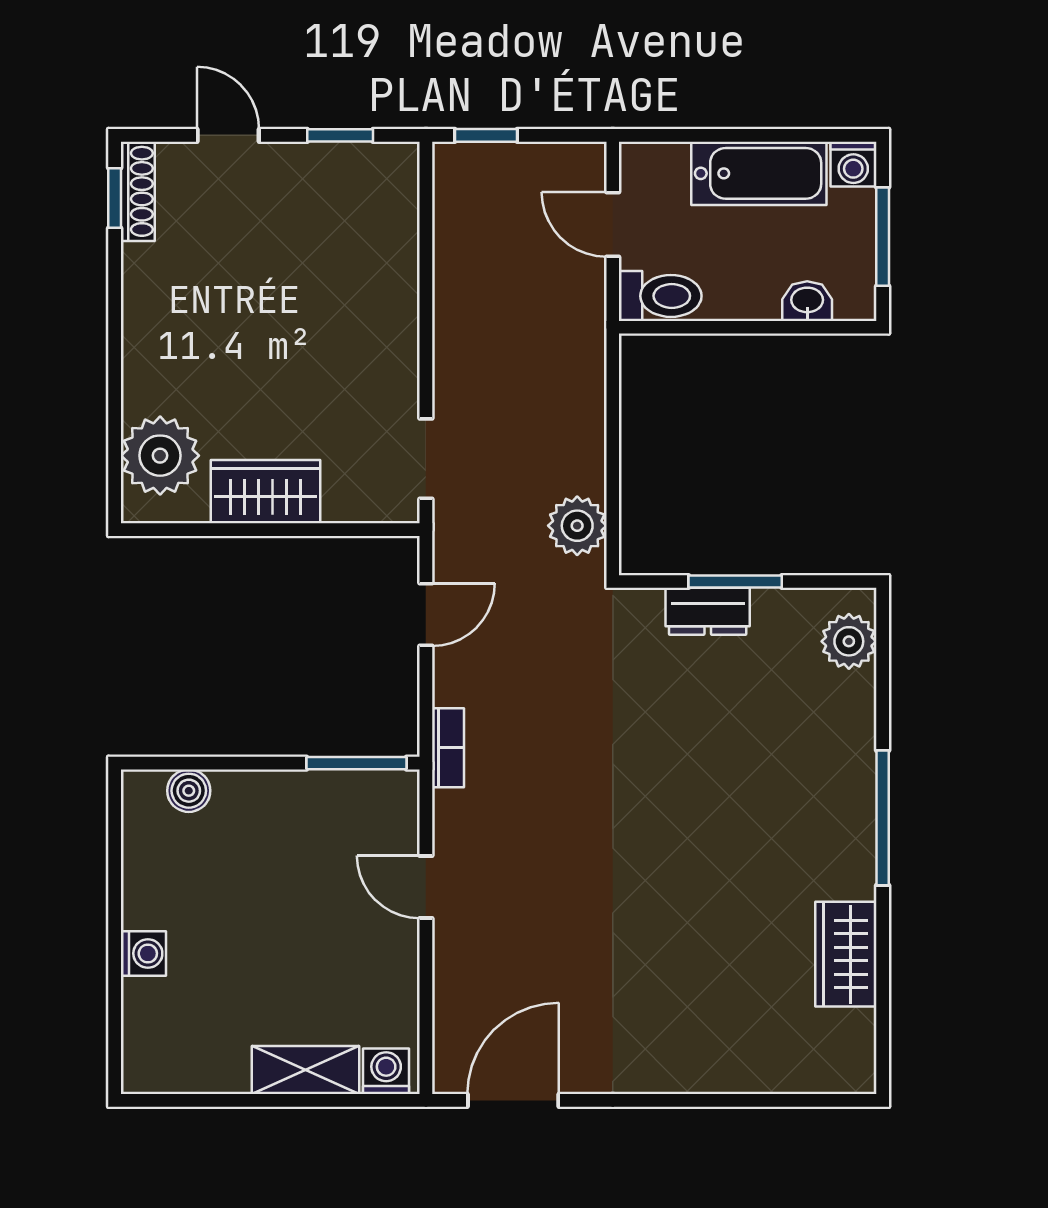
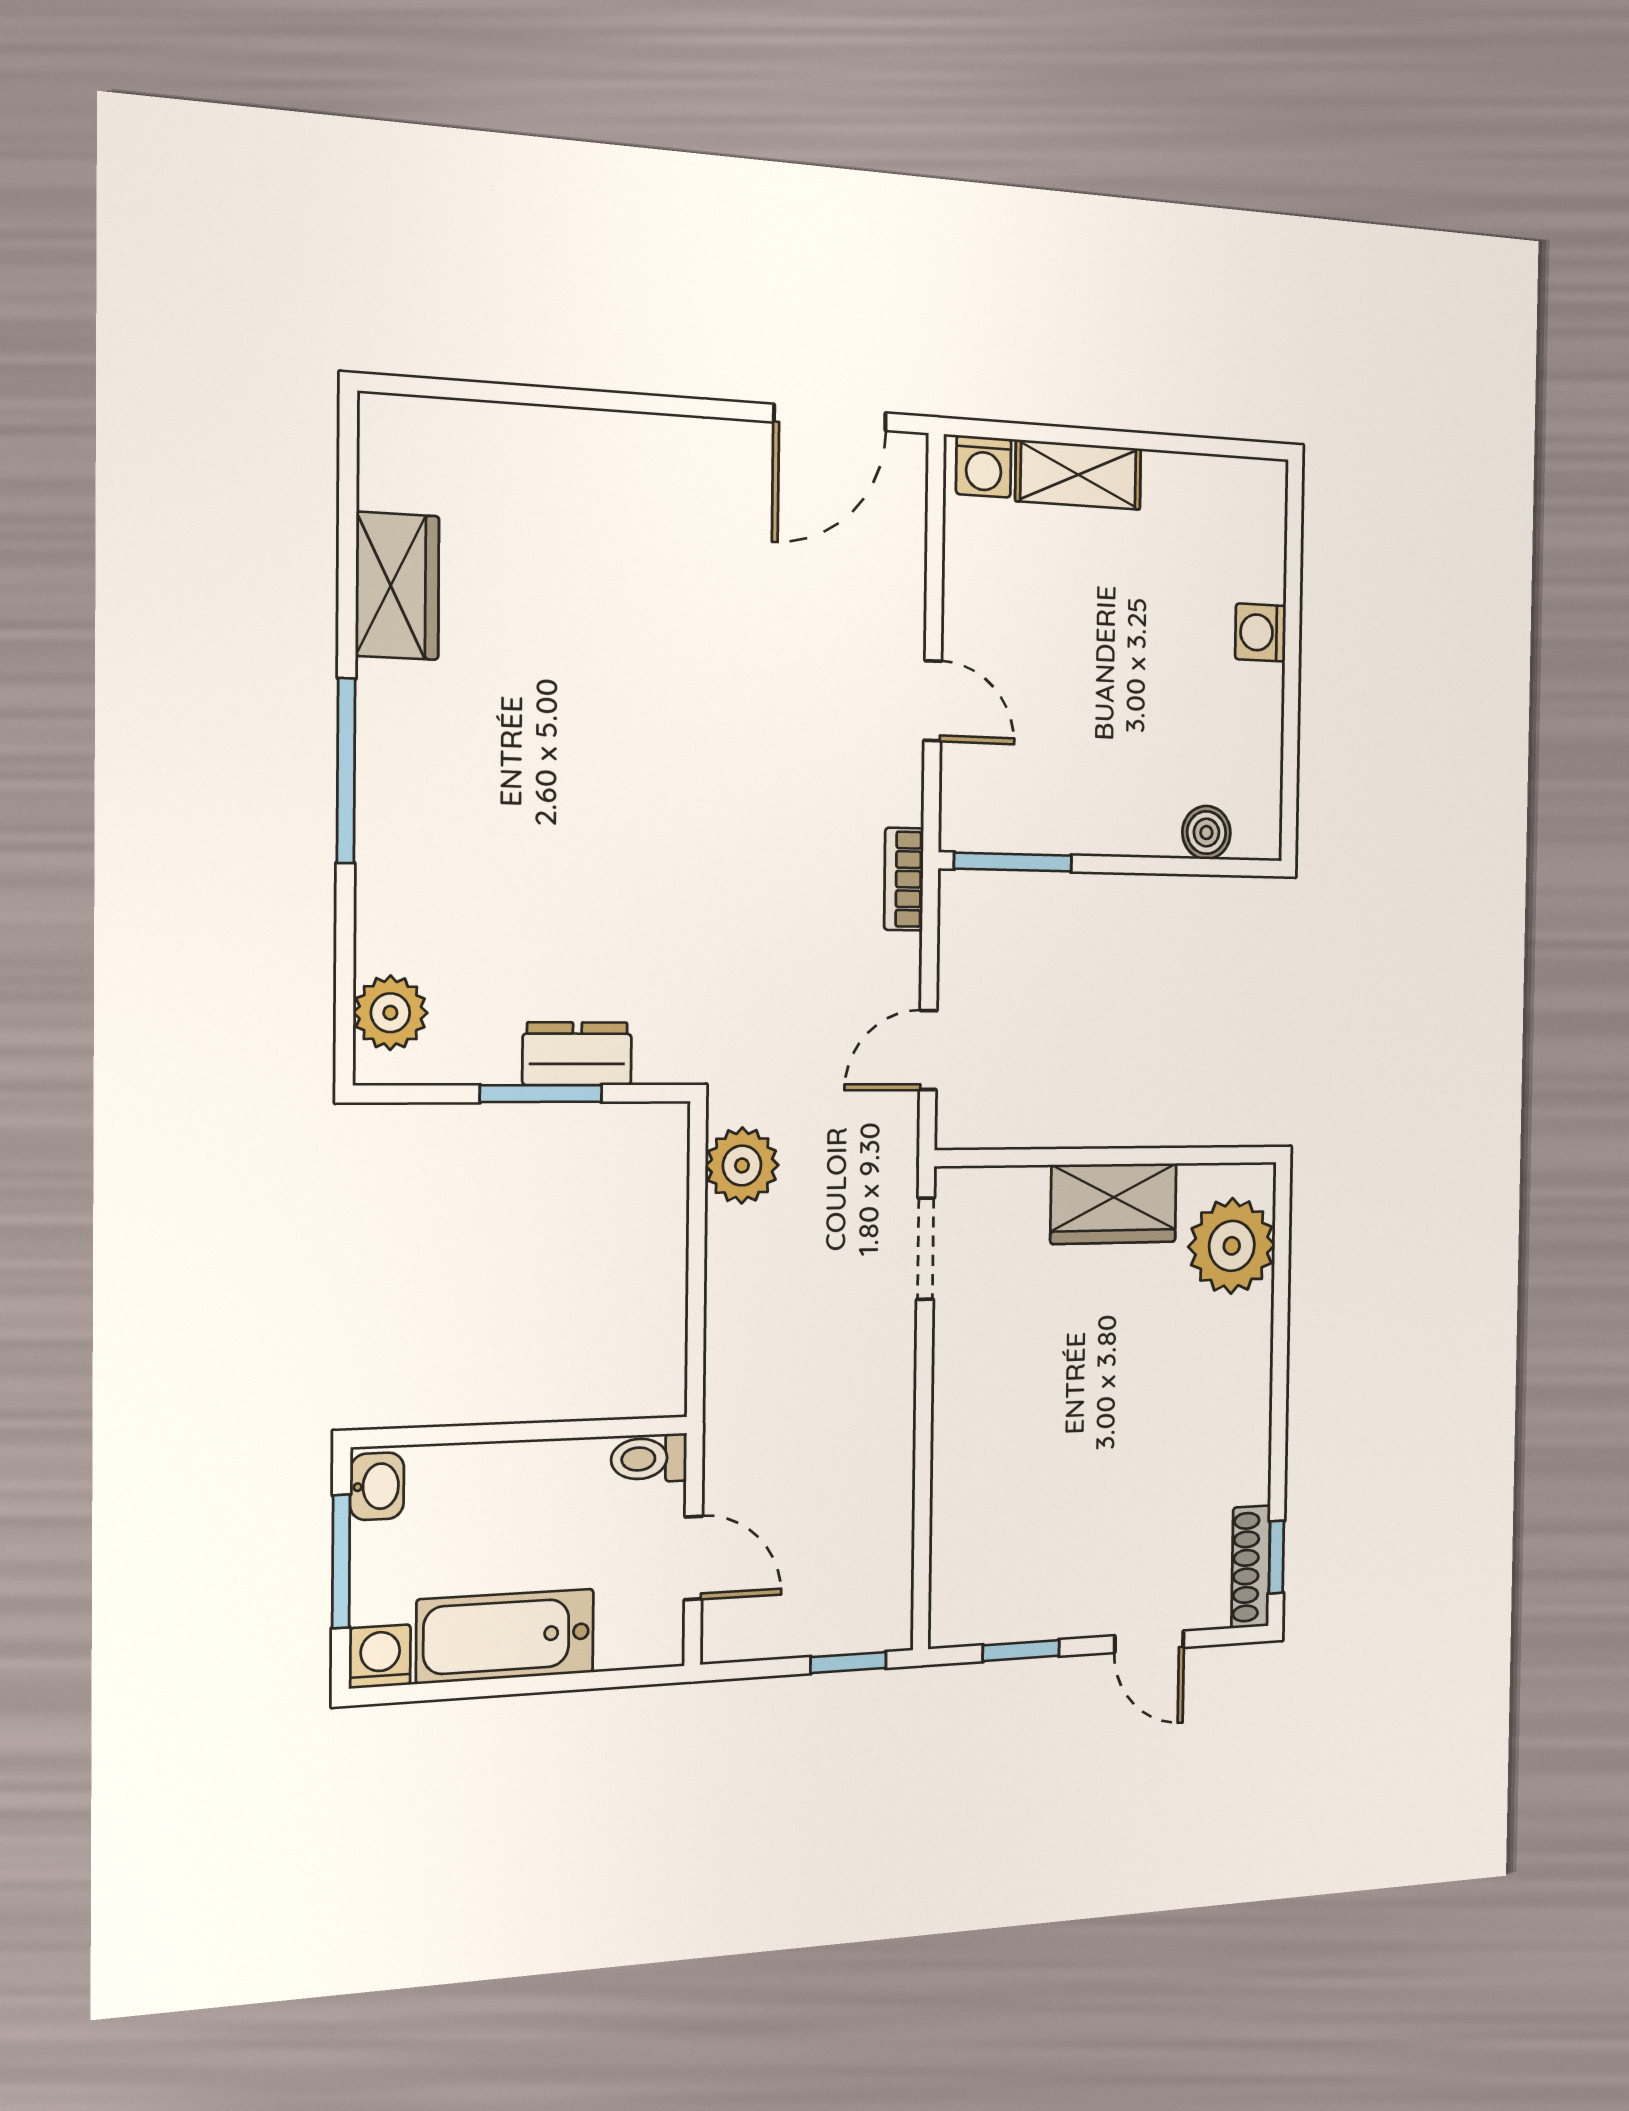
toilet: (660, 296) -> (649, 1458), width x0.73, depth x0.72
washbasin: (807, 301) -> (377, 1486), moved, turned -90

